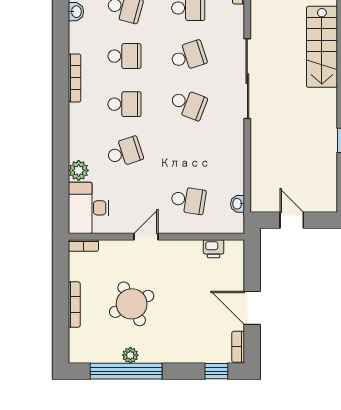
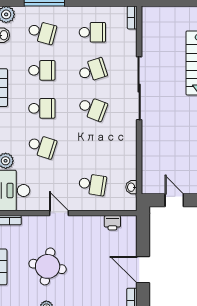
school desk: (125, 152) -> (42, 146), turned 36
door: (146, 237) -> (59, 213), hinge flipped
round table: (132, 304) -> (48, 266), turned 37

